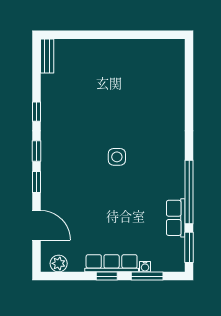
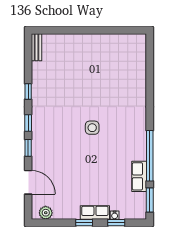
row of seats: (112, 263) -> (95, 213), width x0.68
window: (147, 276) -> (116, 223), width x0.67

